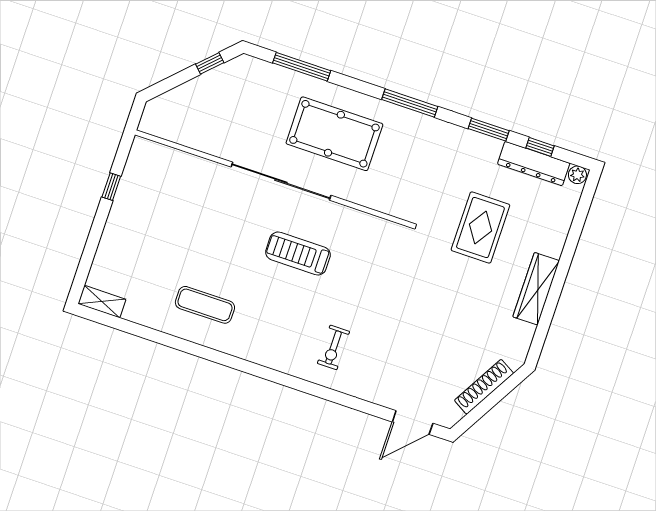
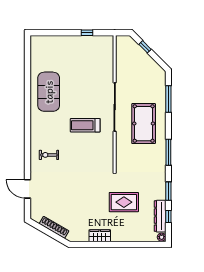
window: (210, 63) -> (145, 47), moved
treadmill: (298, 253) -> (85, 125), turned -90
wardrobe: (536, 289) -> (100, 236), width x0.67
shelving: (102, 302) -> (35, 46), removed
exercise mat: (205, 305) -> (49, 92), width x2.00, depth x1.45
door: (413, 423) -> (27, 189), moved

